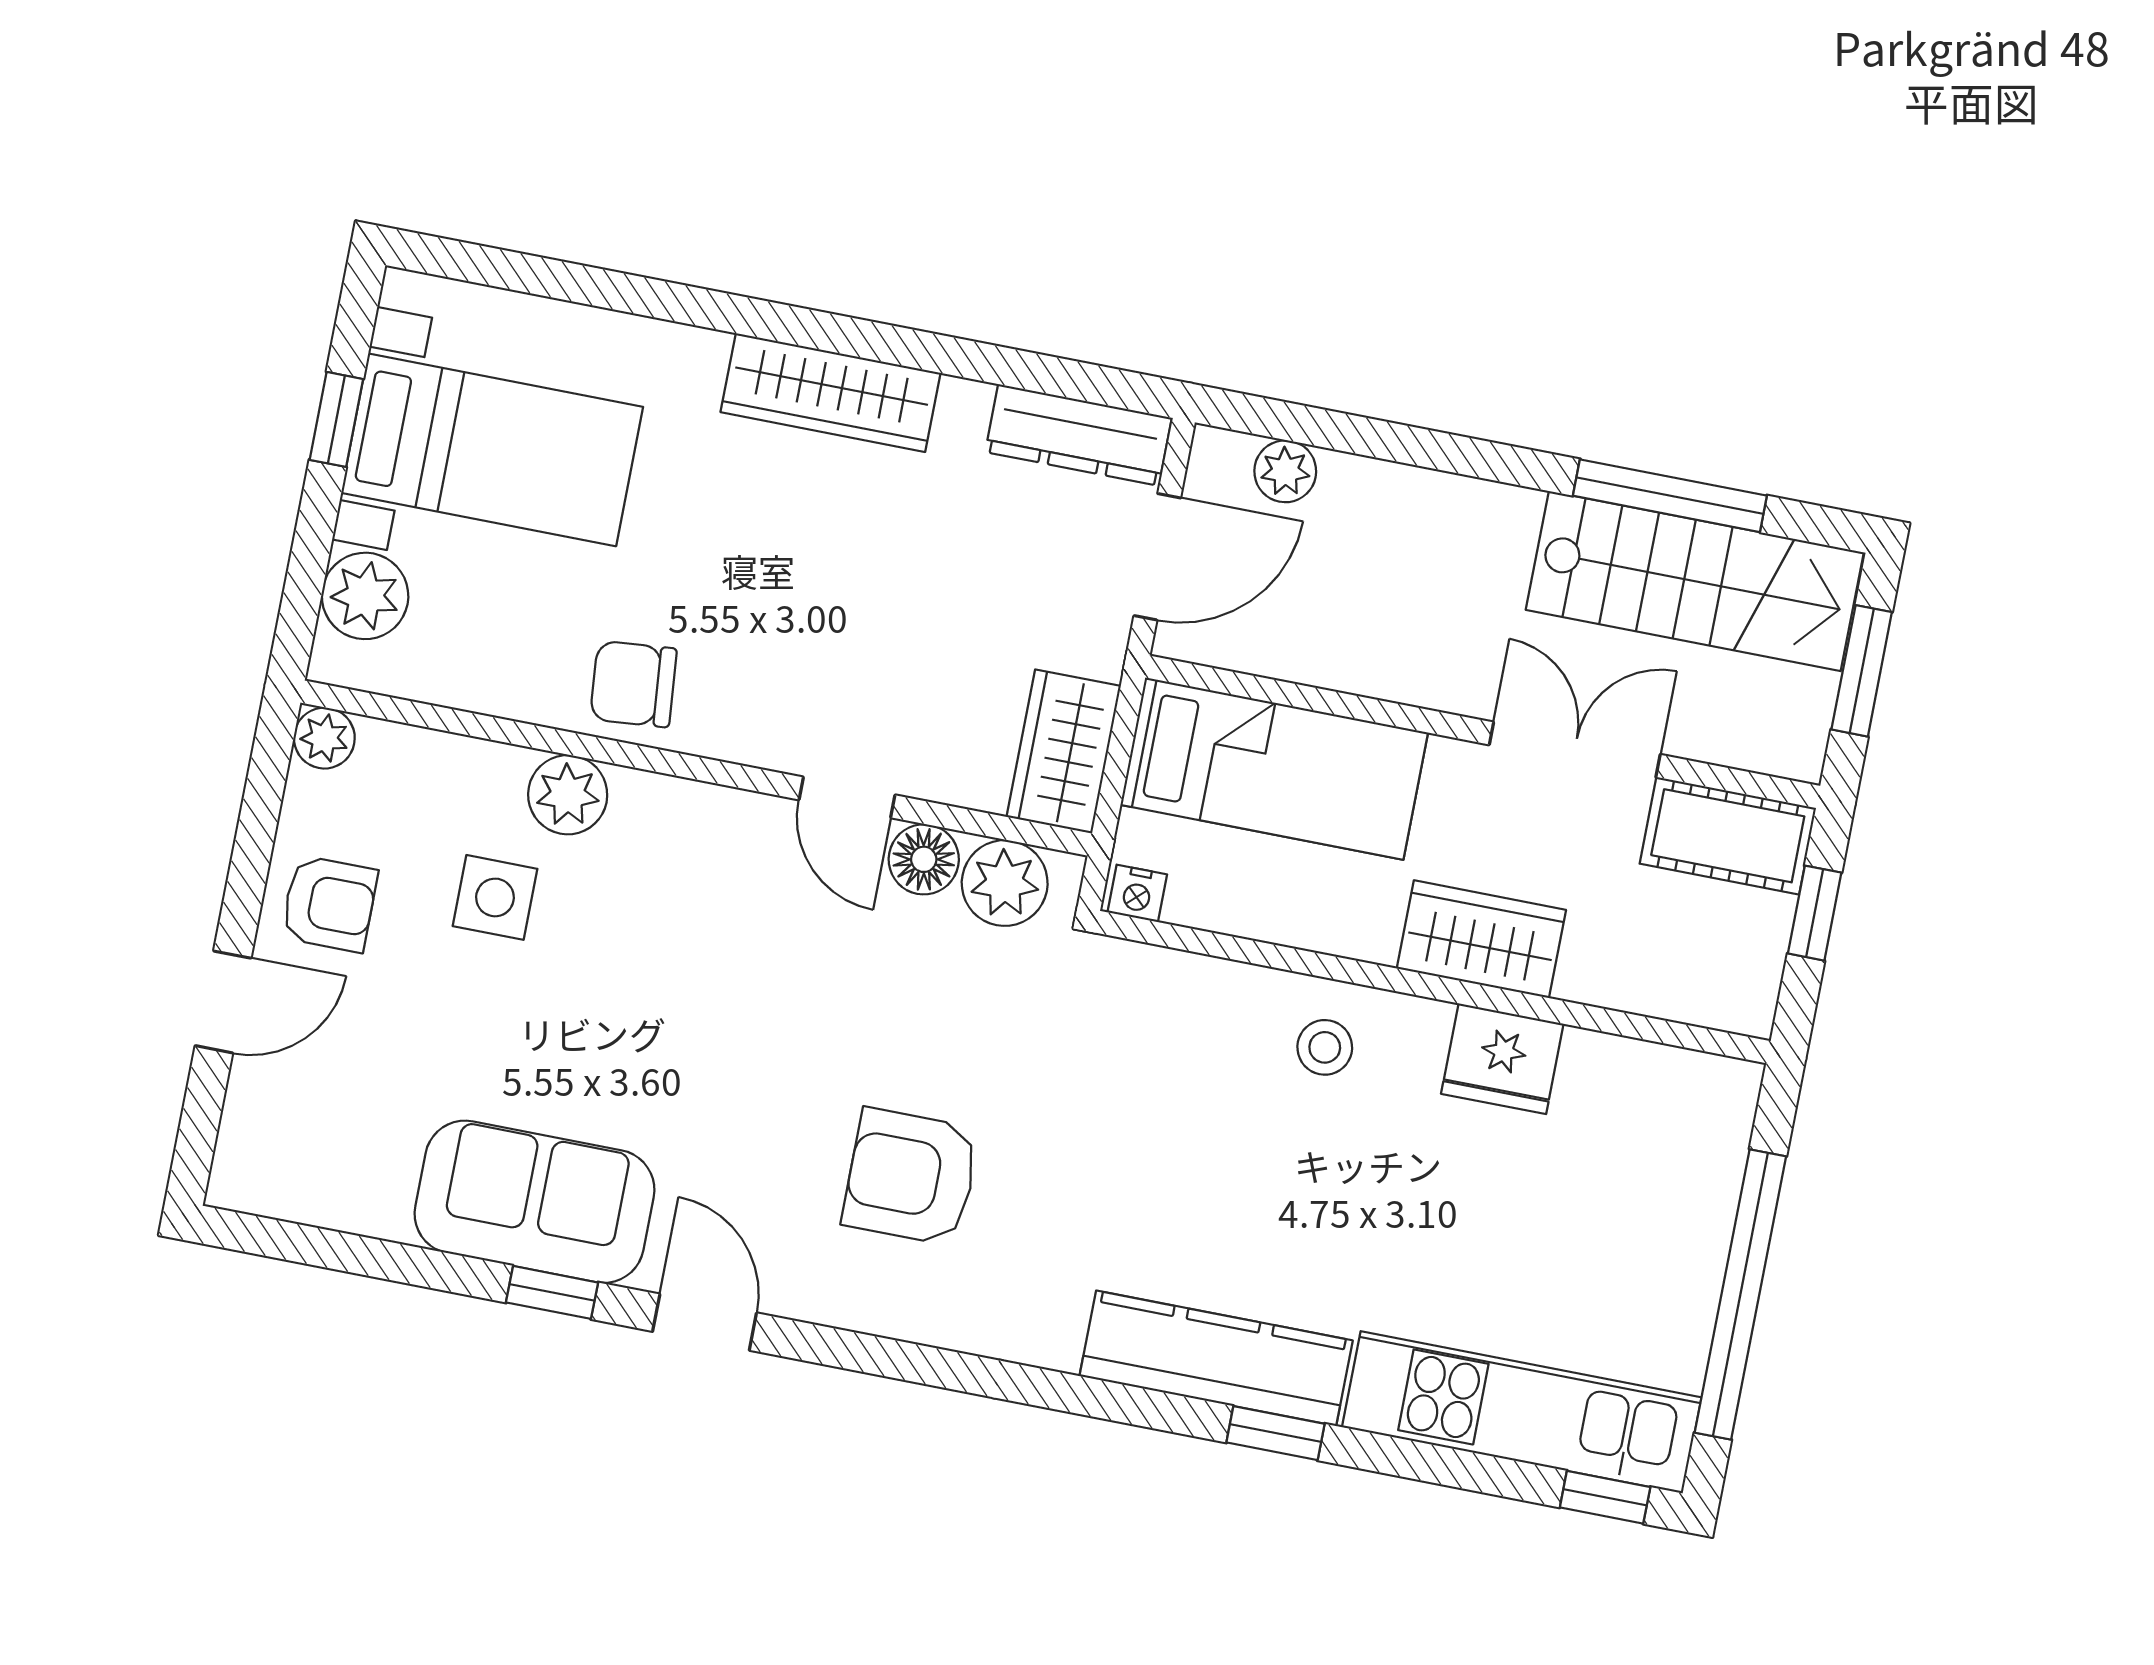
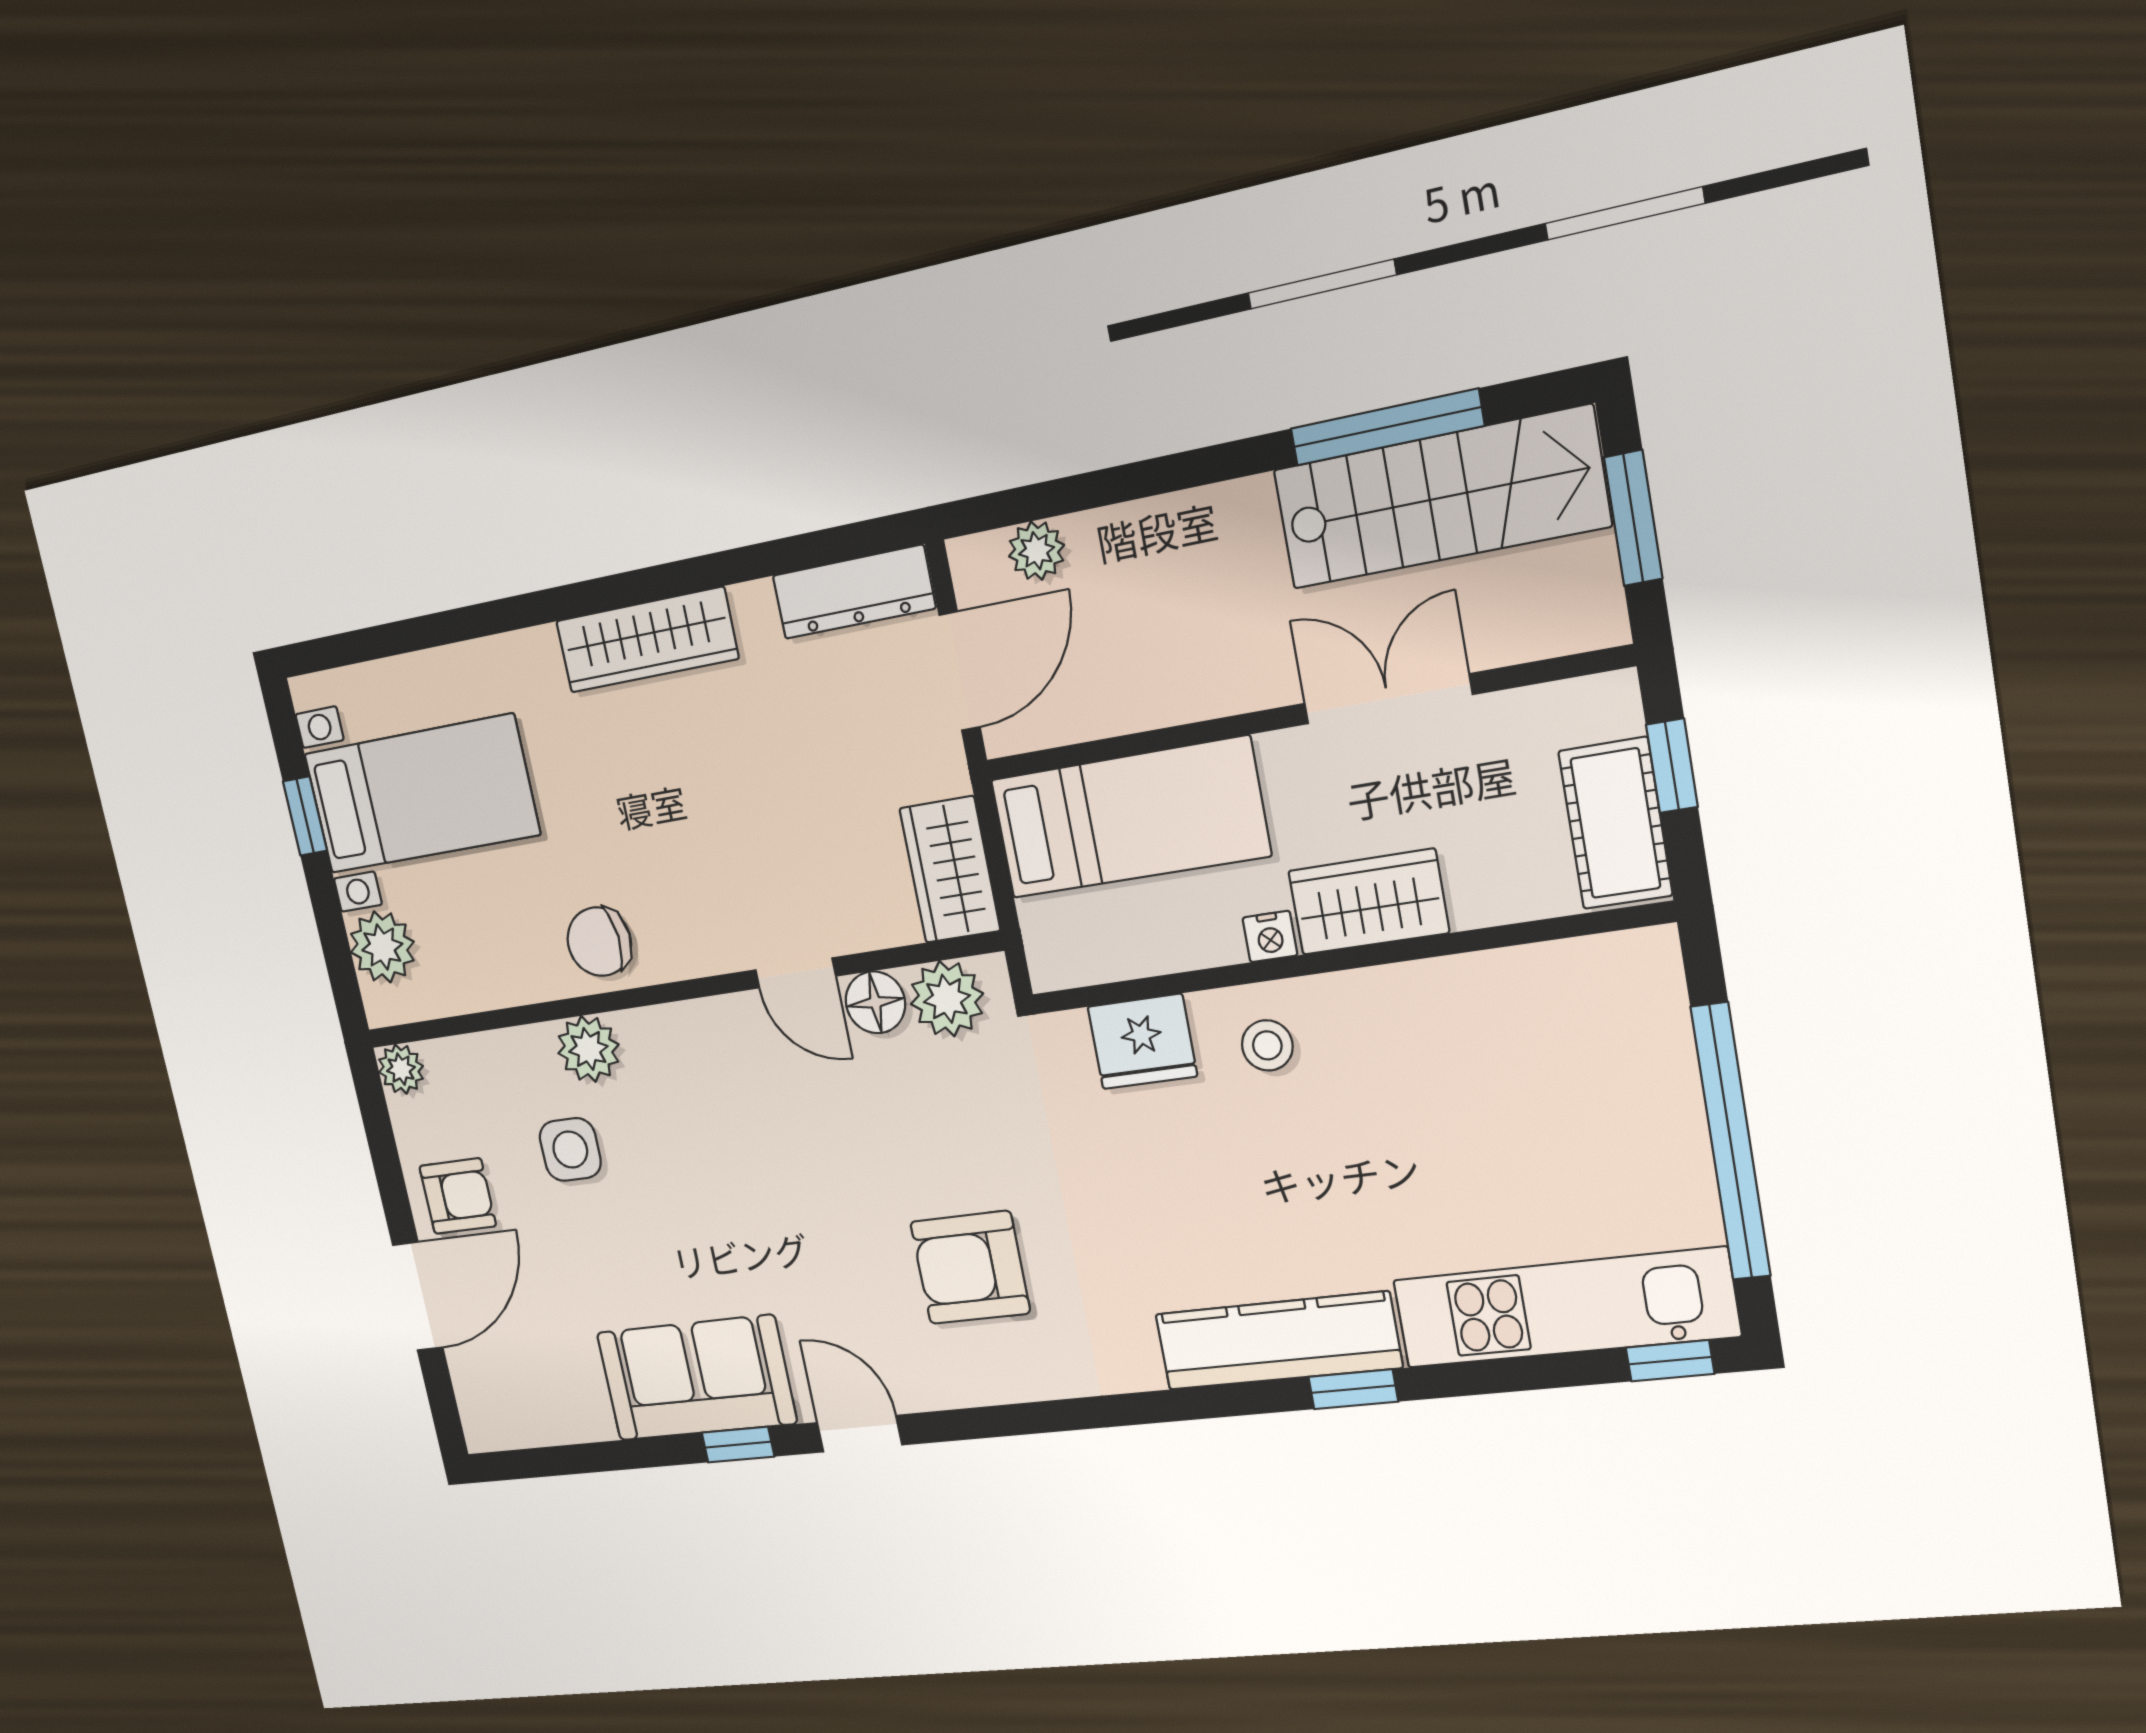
cot: (1728, 836) -> (1615, 823), moved, turned 90
nightstand: (1137, 893) -> (1270, 937), moved
door: (223, 1002) -> (418, 1296), width x1.38
fridge: (1502, 1059) -> (1142, 1042), moved

